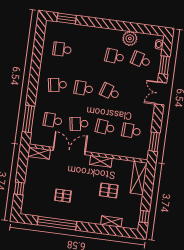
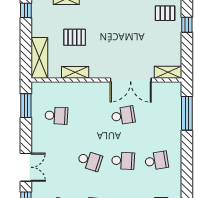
school desk: (53, 120) -> (156, 116), removed
school desk: (105, 127) -> (90, 116), removed
shelving: (101, 161) -> (75, 72), moved
pallet: (63, 196) -> (165, 13), moved

